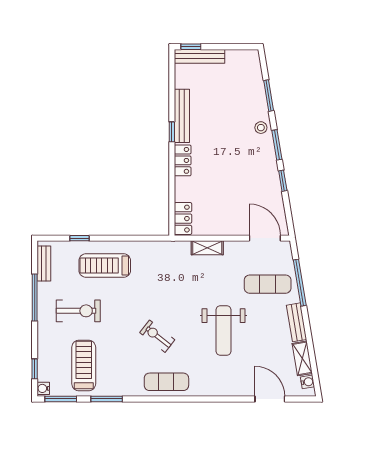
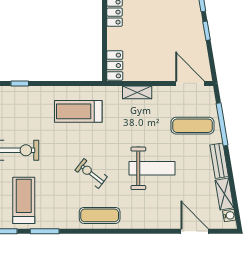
treadmill: (105, 266) -> (78, 111), moved
weight bench: (224, 331) -> (152, 168), turned -90

